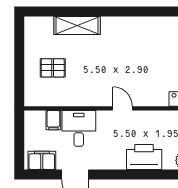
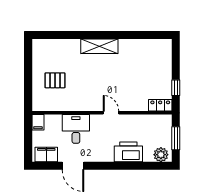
shelving: (77, 26) -> (99, 46), moved
filing cabinet: (53, 120) -> (38, 122), moved

